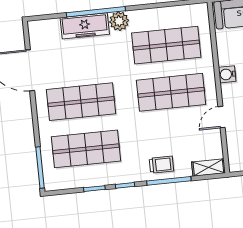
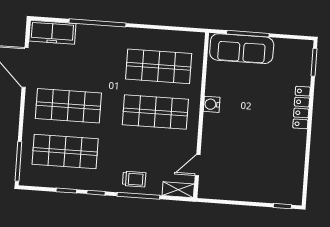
plant: (119, 21) -> (118, 36), removed
freezer: (85, 26) -> (52, 32), moved
door: (221, 117) -> (198, 165), moved

